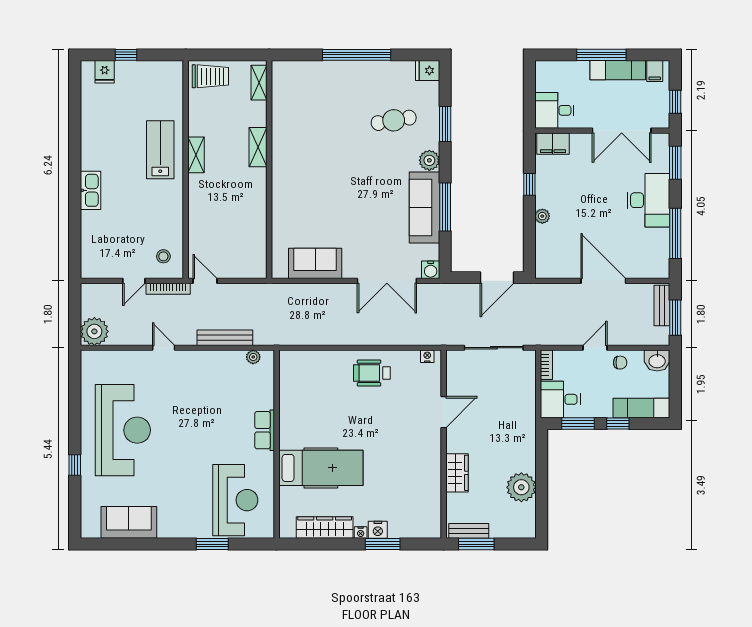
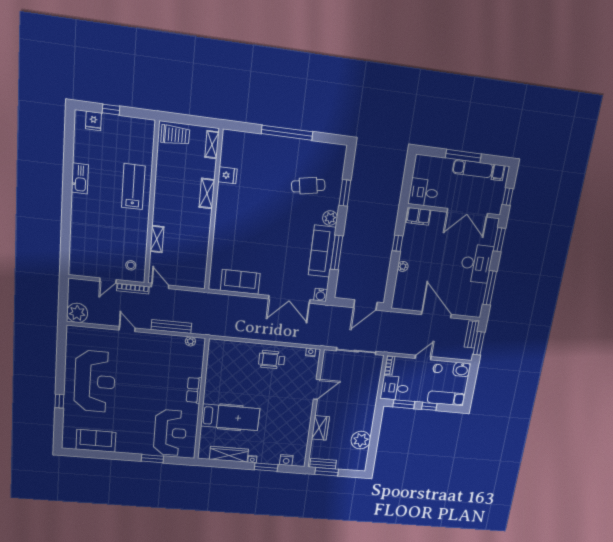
fridge: (428, 71) -> (228, 175), moved, turned 180
shelving: (196, 155) -> (157, 239), moved
kitchen sink: (90, 190) -> (80, 178), moved
nightstand: (378, 530) -> (286, 460), moved

